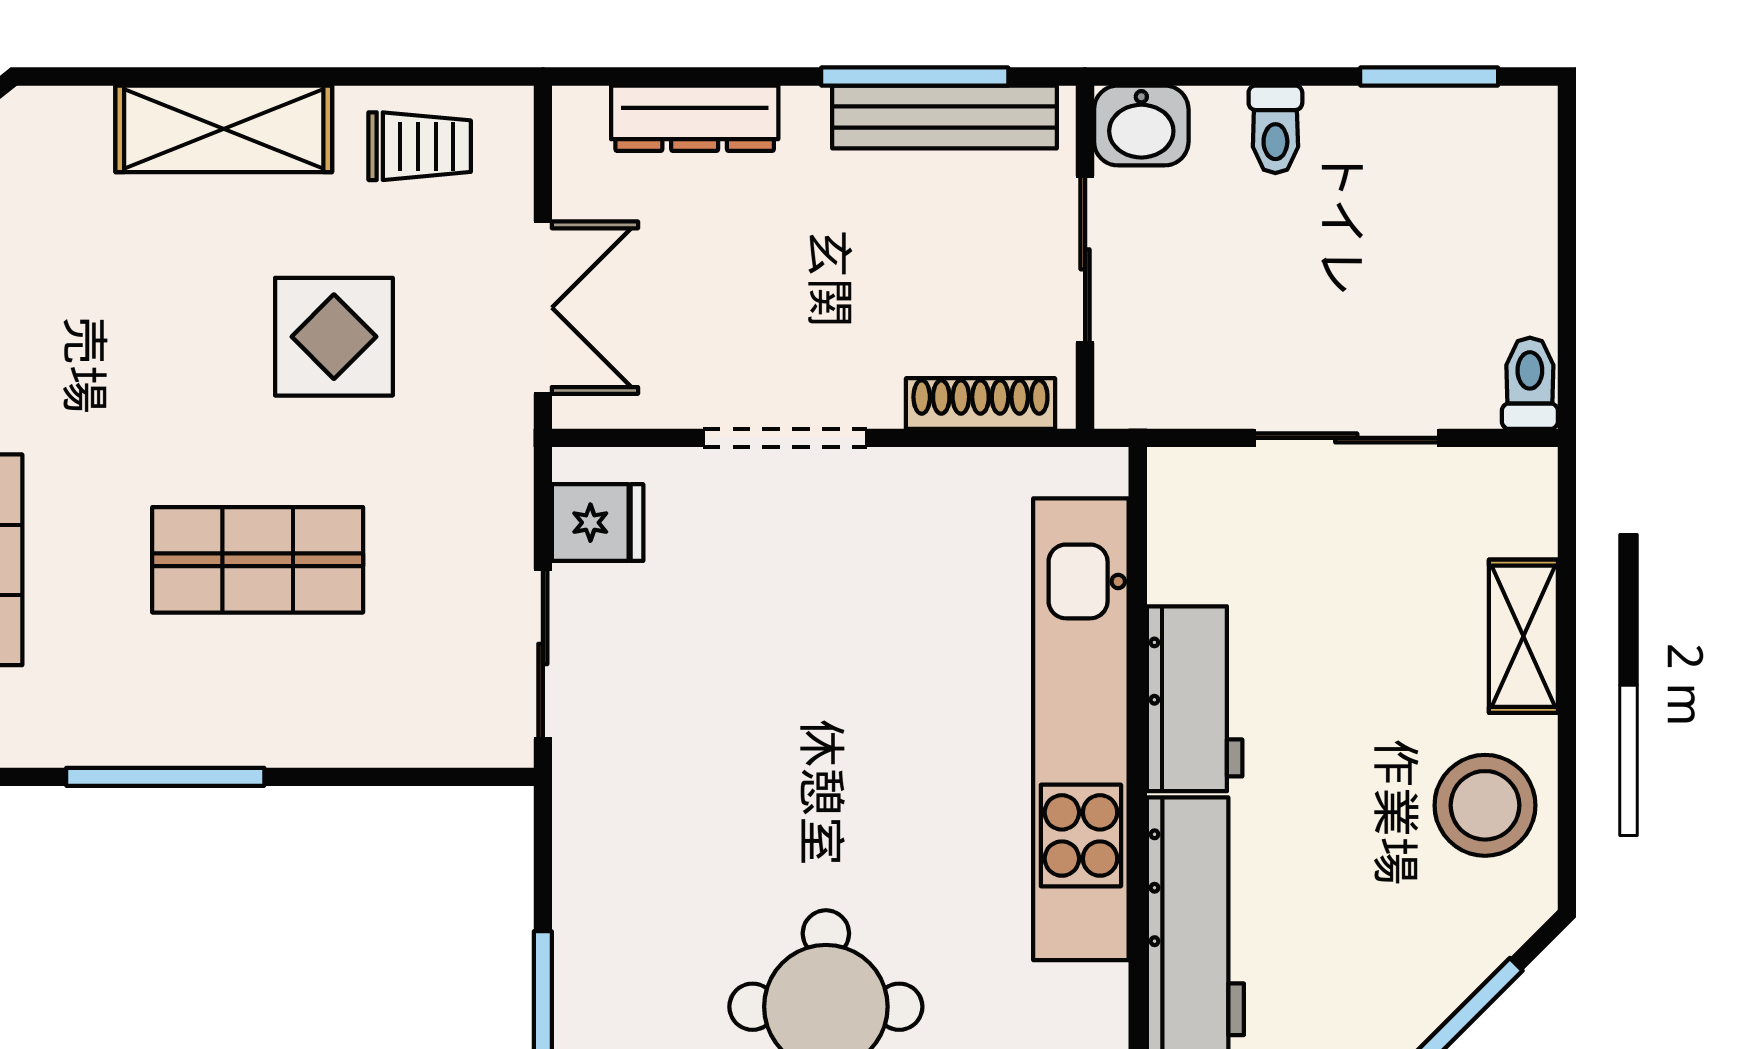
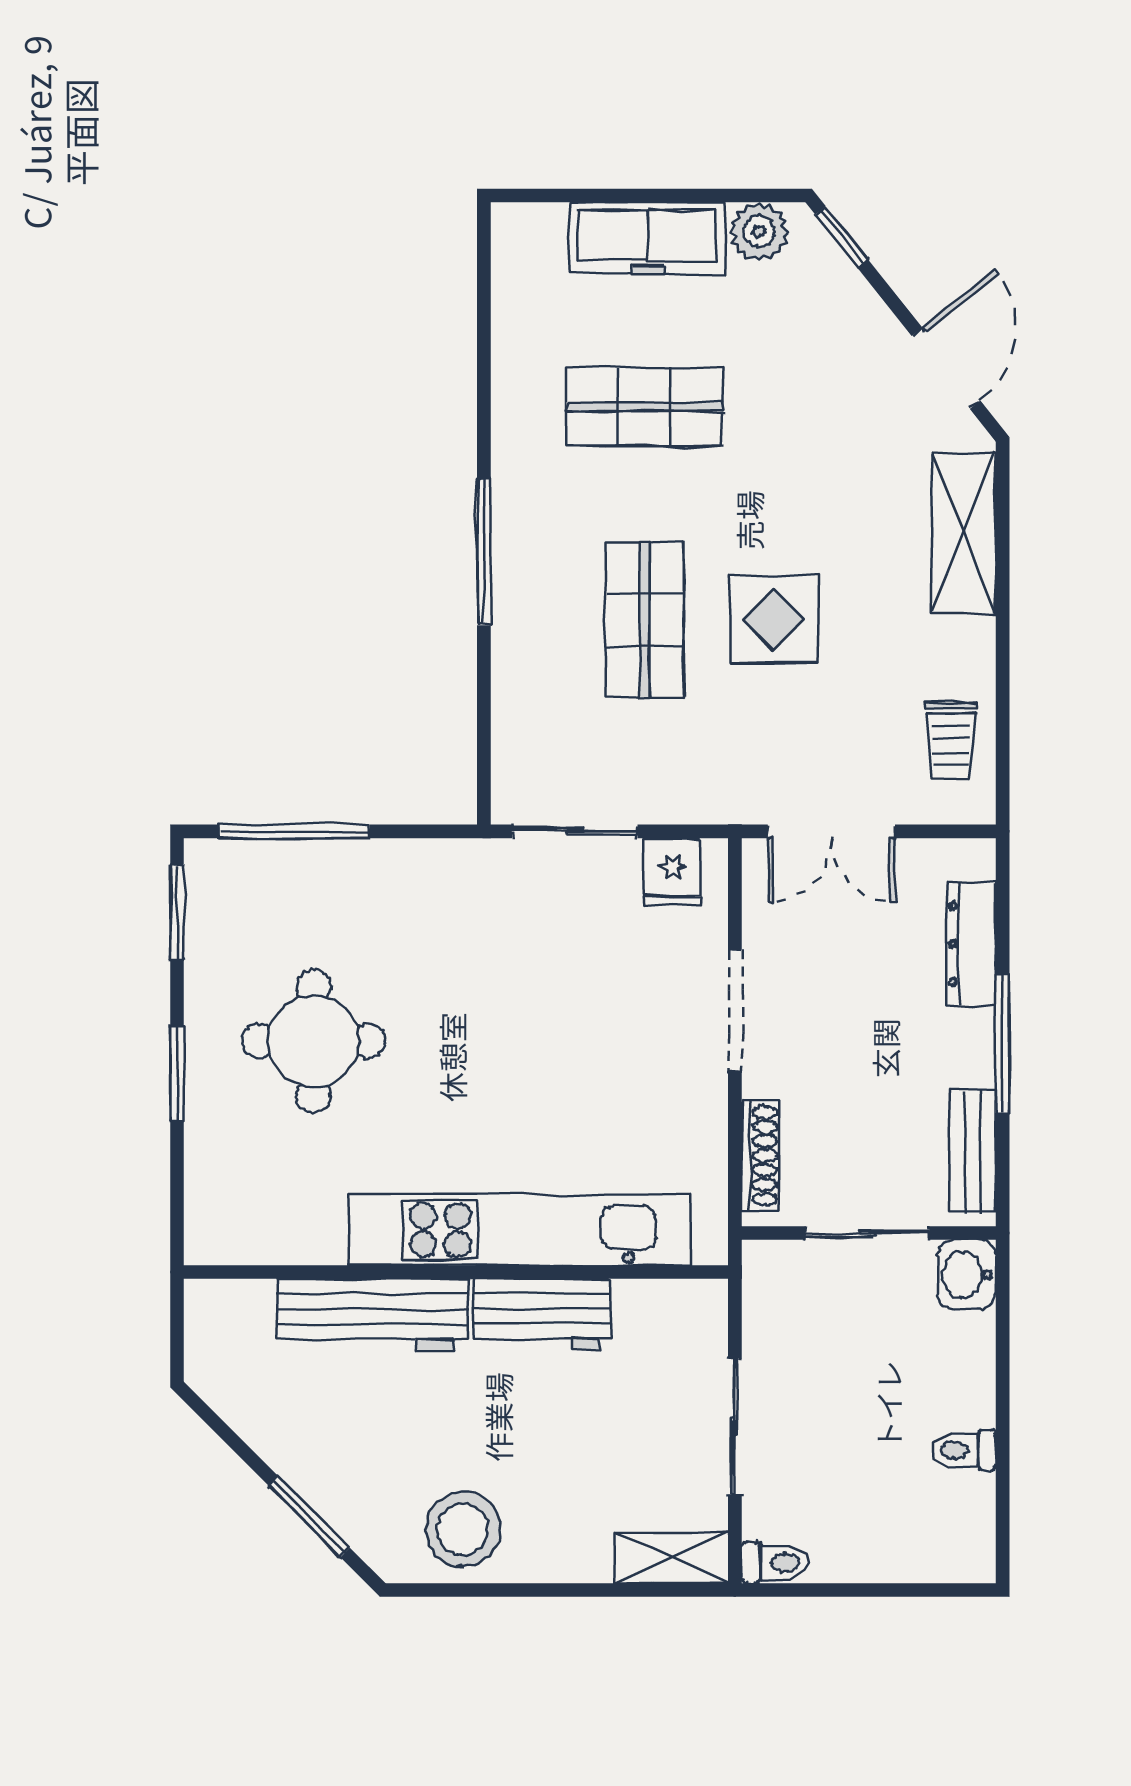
window: (915, 77) -> (1003, 1044), moved
window: (1429, 77) -> (1003, 1488), removed
bench: (944, 117) -> (973, 1151), width x0.73
shelving: (224, 129) -> (964, 533), moved
toilet: (1275, 129) -> (963, 1450), moved
display table: (334, 337) -> (774, 619), moved
shelving: (1523, 636) -> (671, 1558), moved

